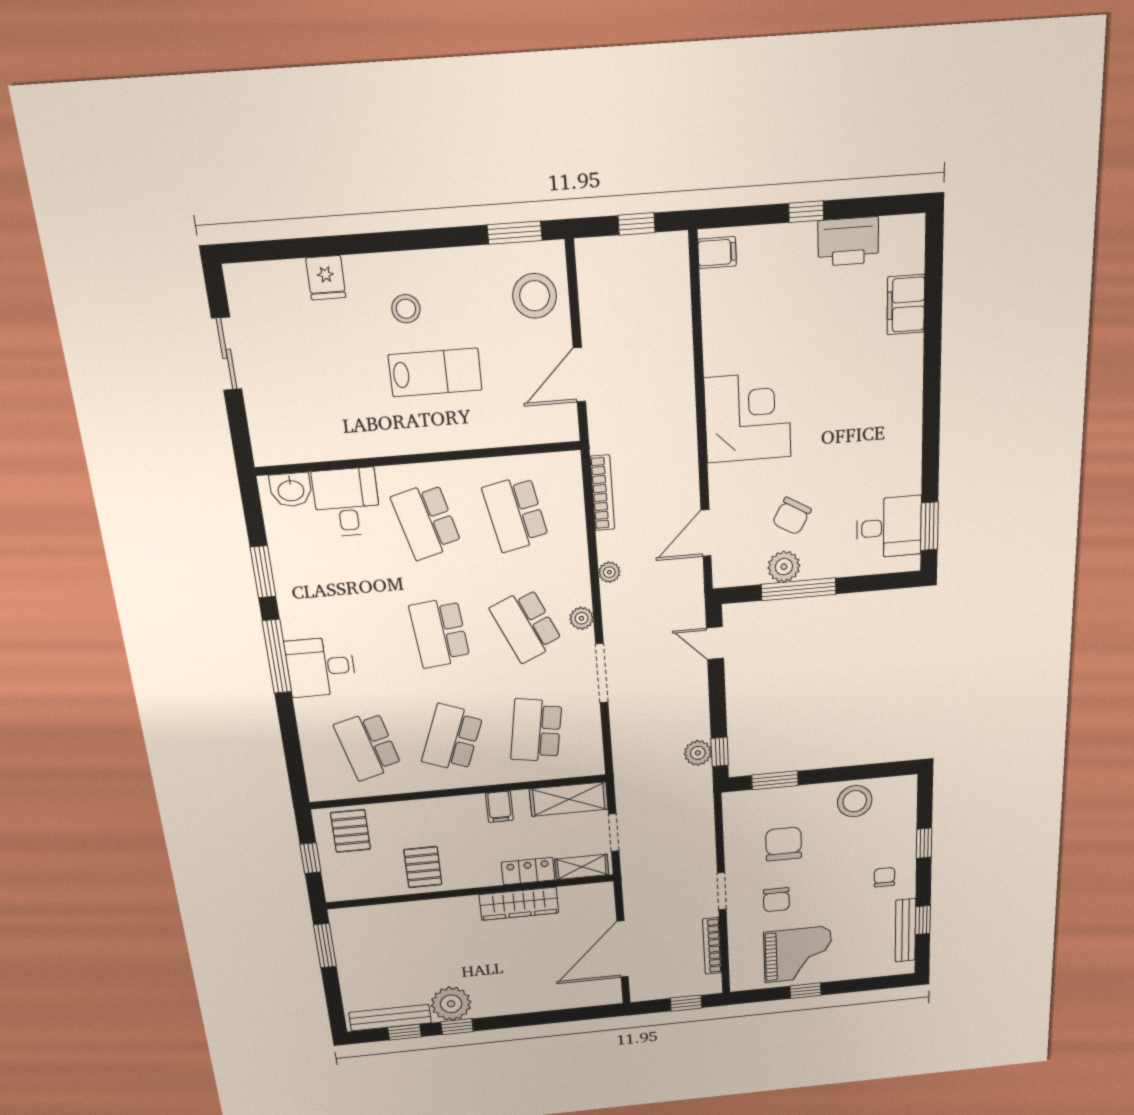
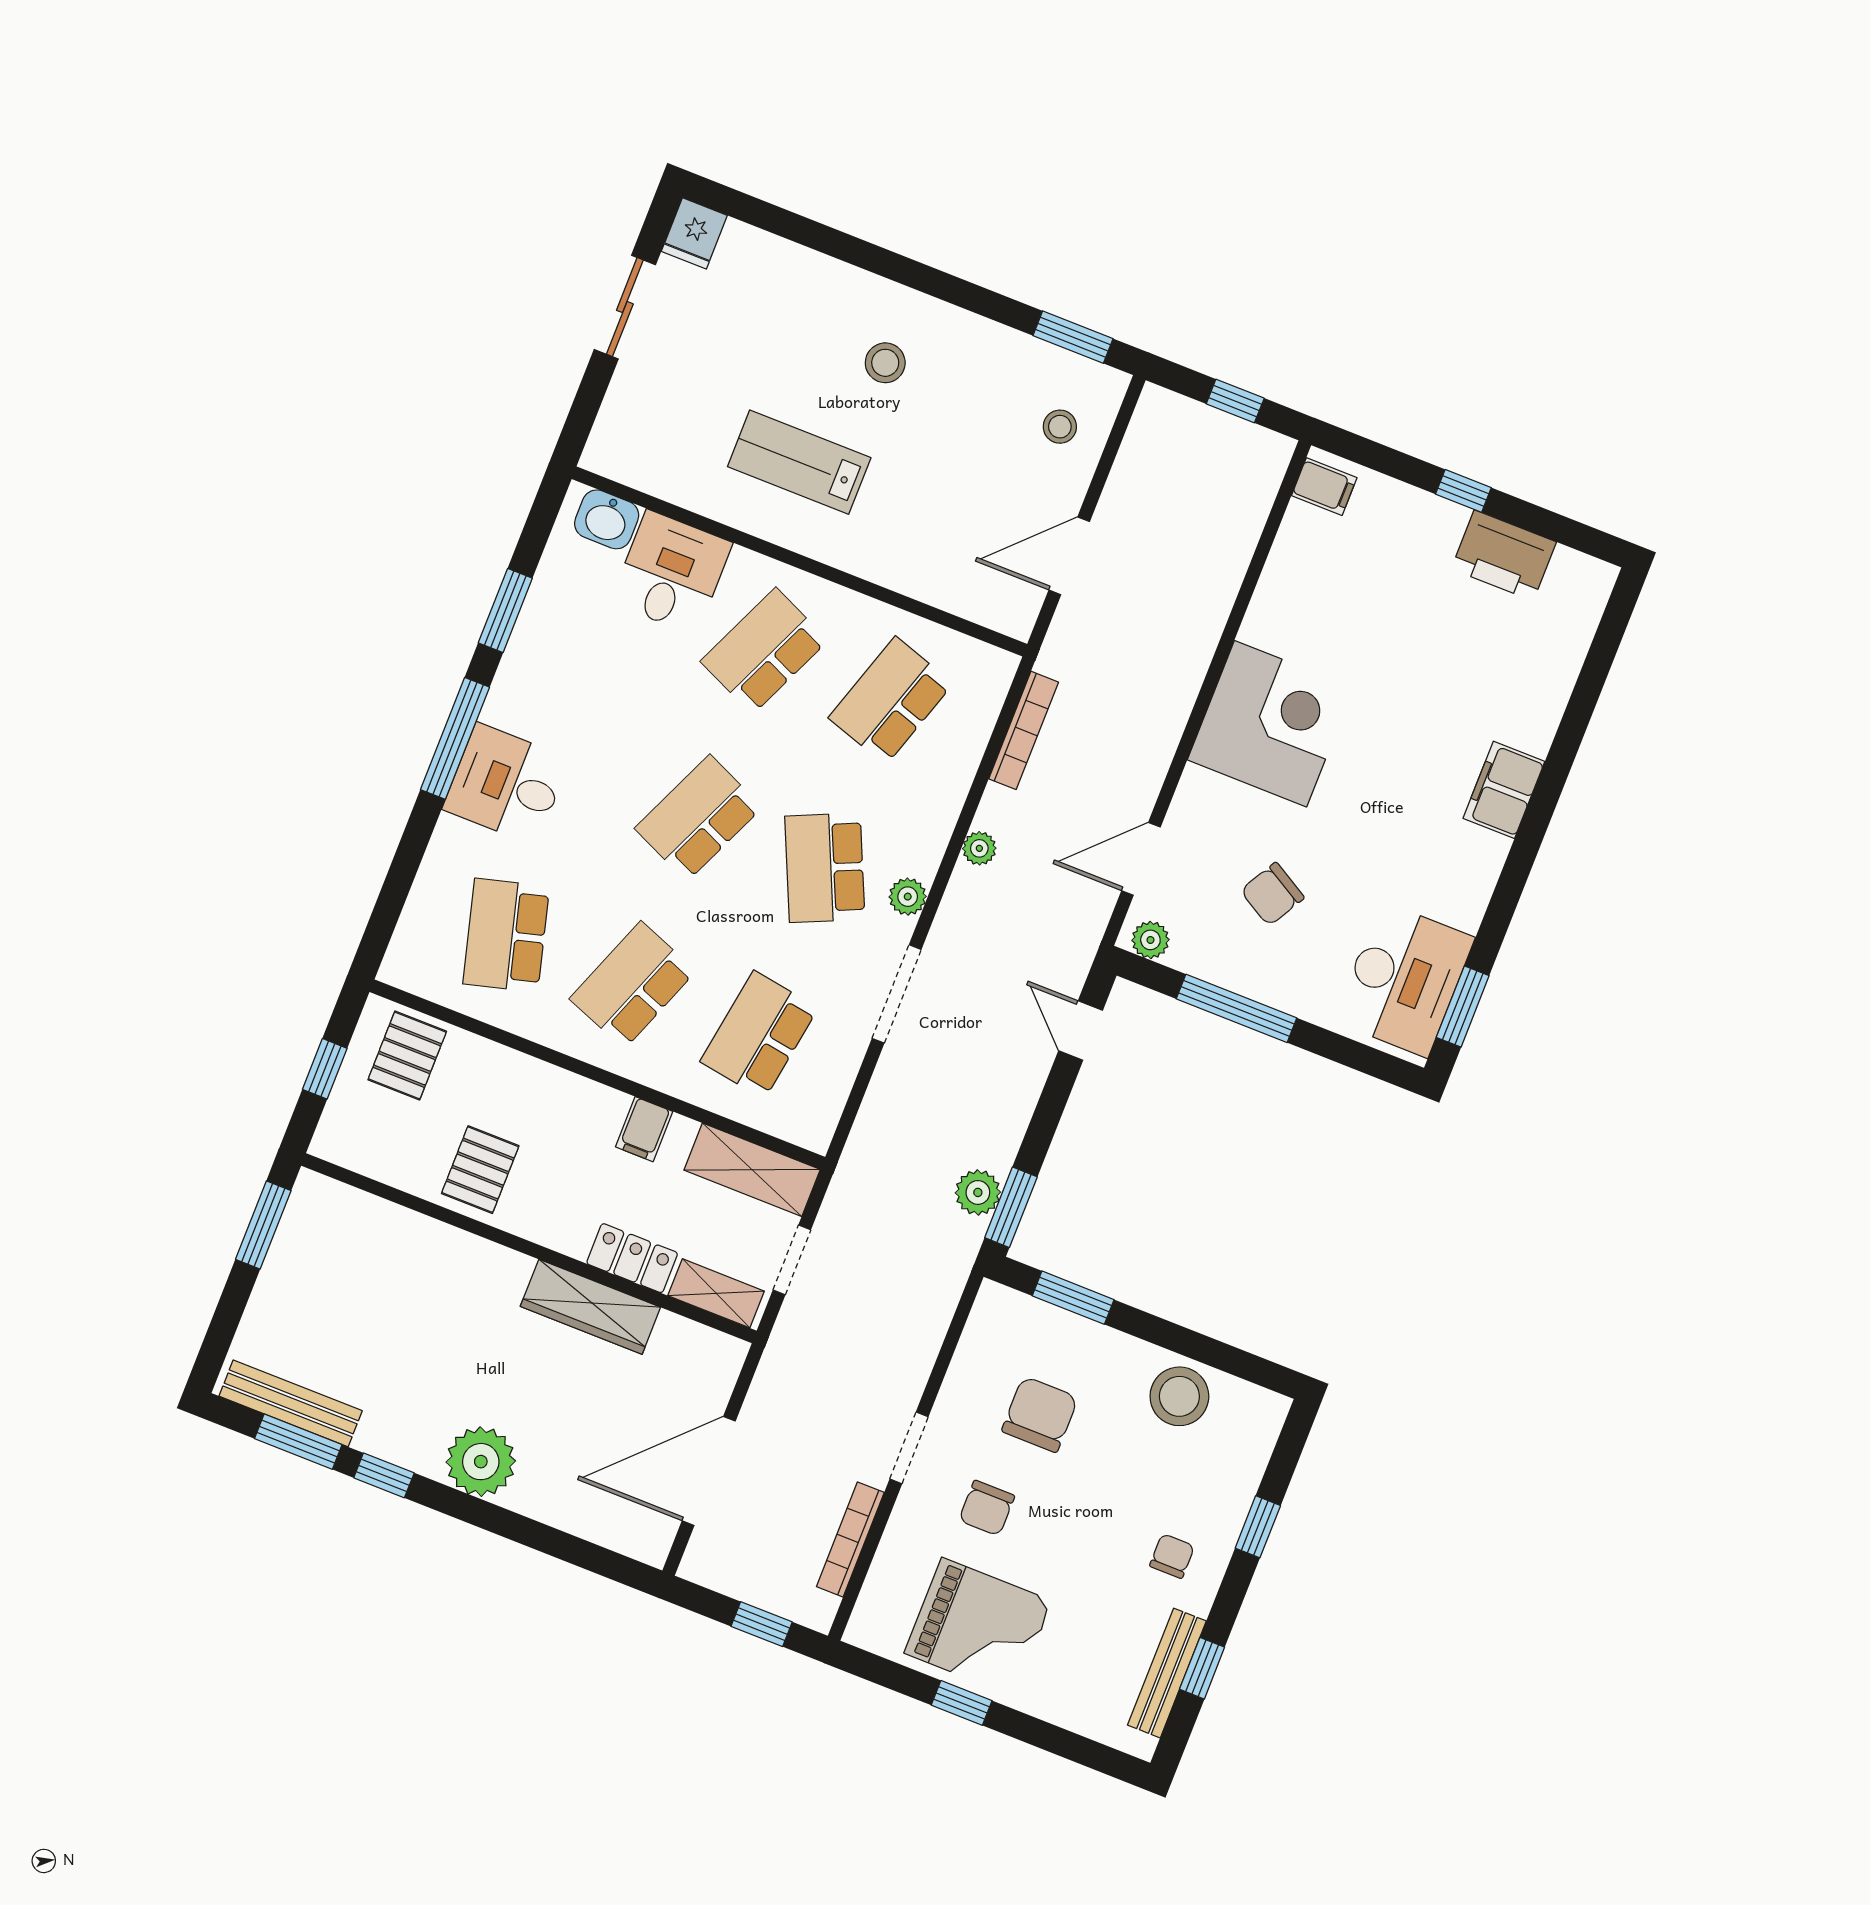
fridge: (326, 278) -> (694, 233), moved
stool: (535, 296) -> (1060, 427), width x0.53, depth x0.53
filing cabinet: (906, 305) -> (1504, 790), moved
lab bench: (435, 372) -> (799, 462), moved, turned 180
school desk: (516, 514) -> (891, 701), turned 30
school desk: (426, 521) -> (764, 651), turned 39
desk: (889, 527) -> (1404, 979), width x1.37
plant: (784, 567) -> (1150, 940), moved, width x0.73, depth x0.73
school desk: (440, 633) -> (698, 818), turned 30
window: (720, 752) -> (1011, 1207), width x1.50
plant: (451, 1004) -> (481, 1462), moved
window: (405, 1032) -> (298, 1442), width x1.50

